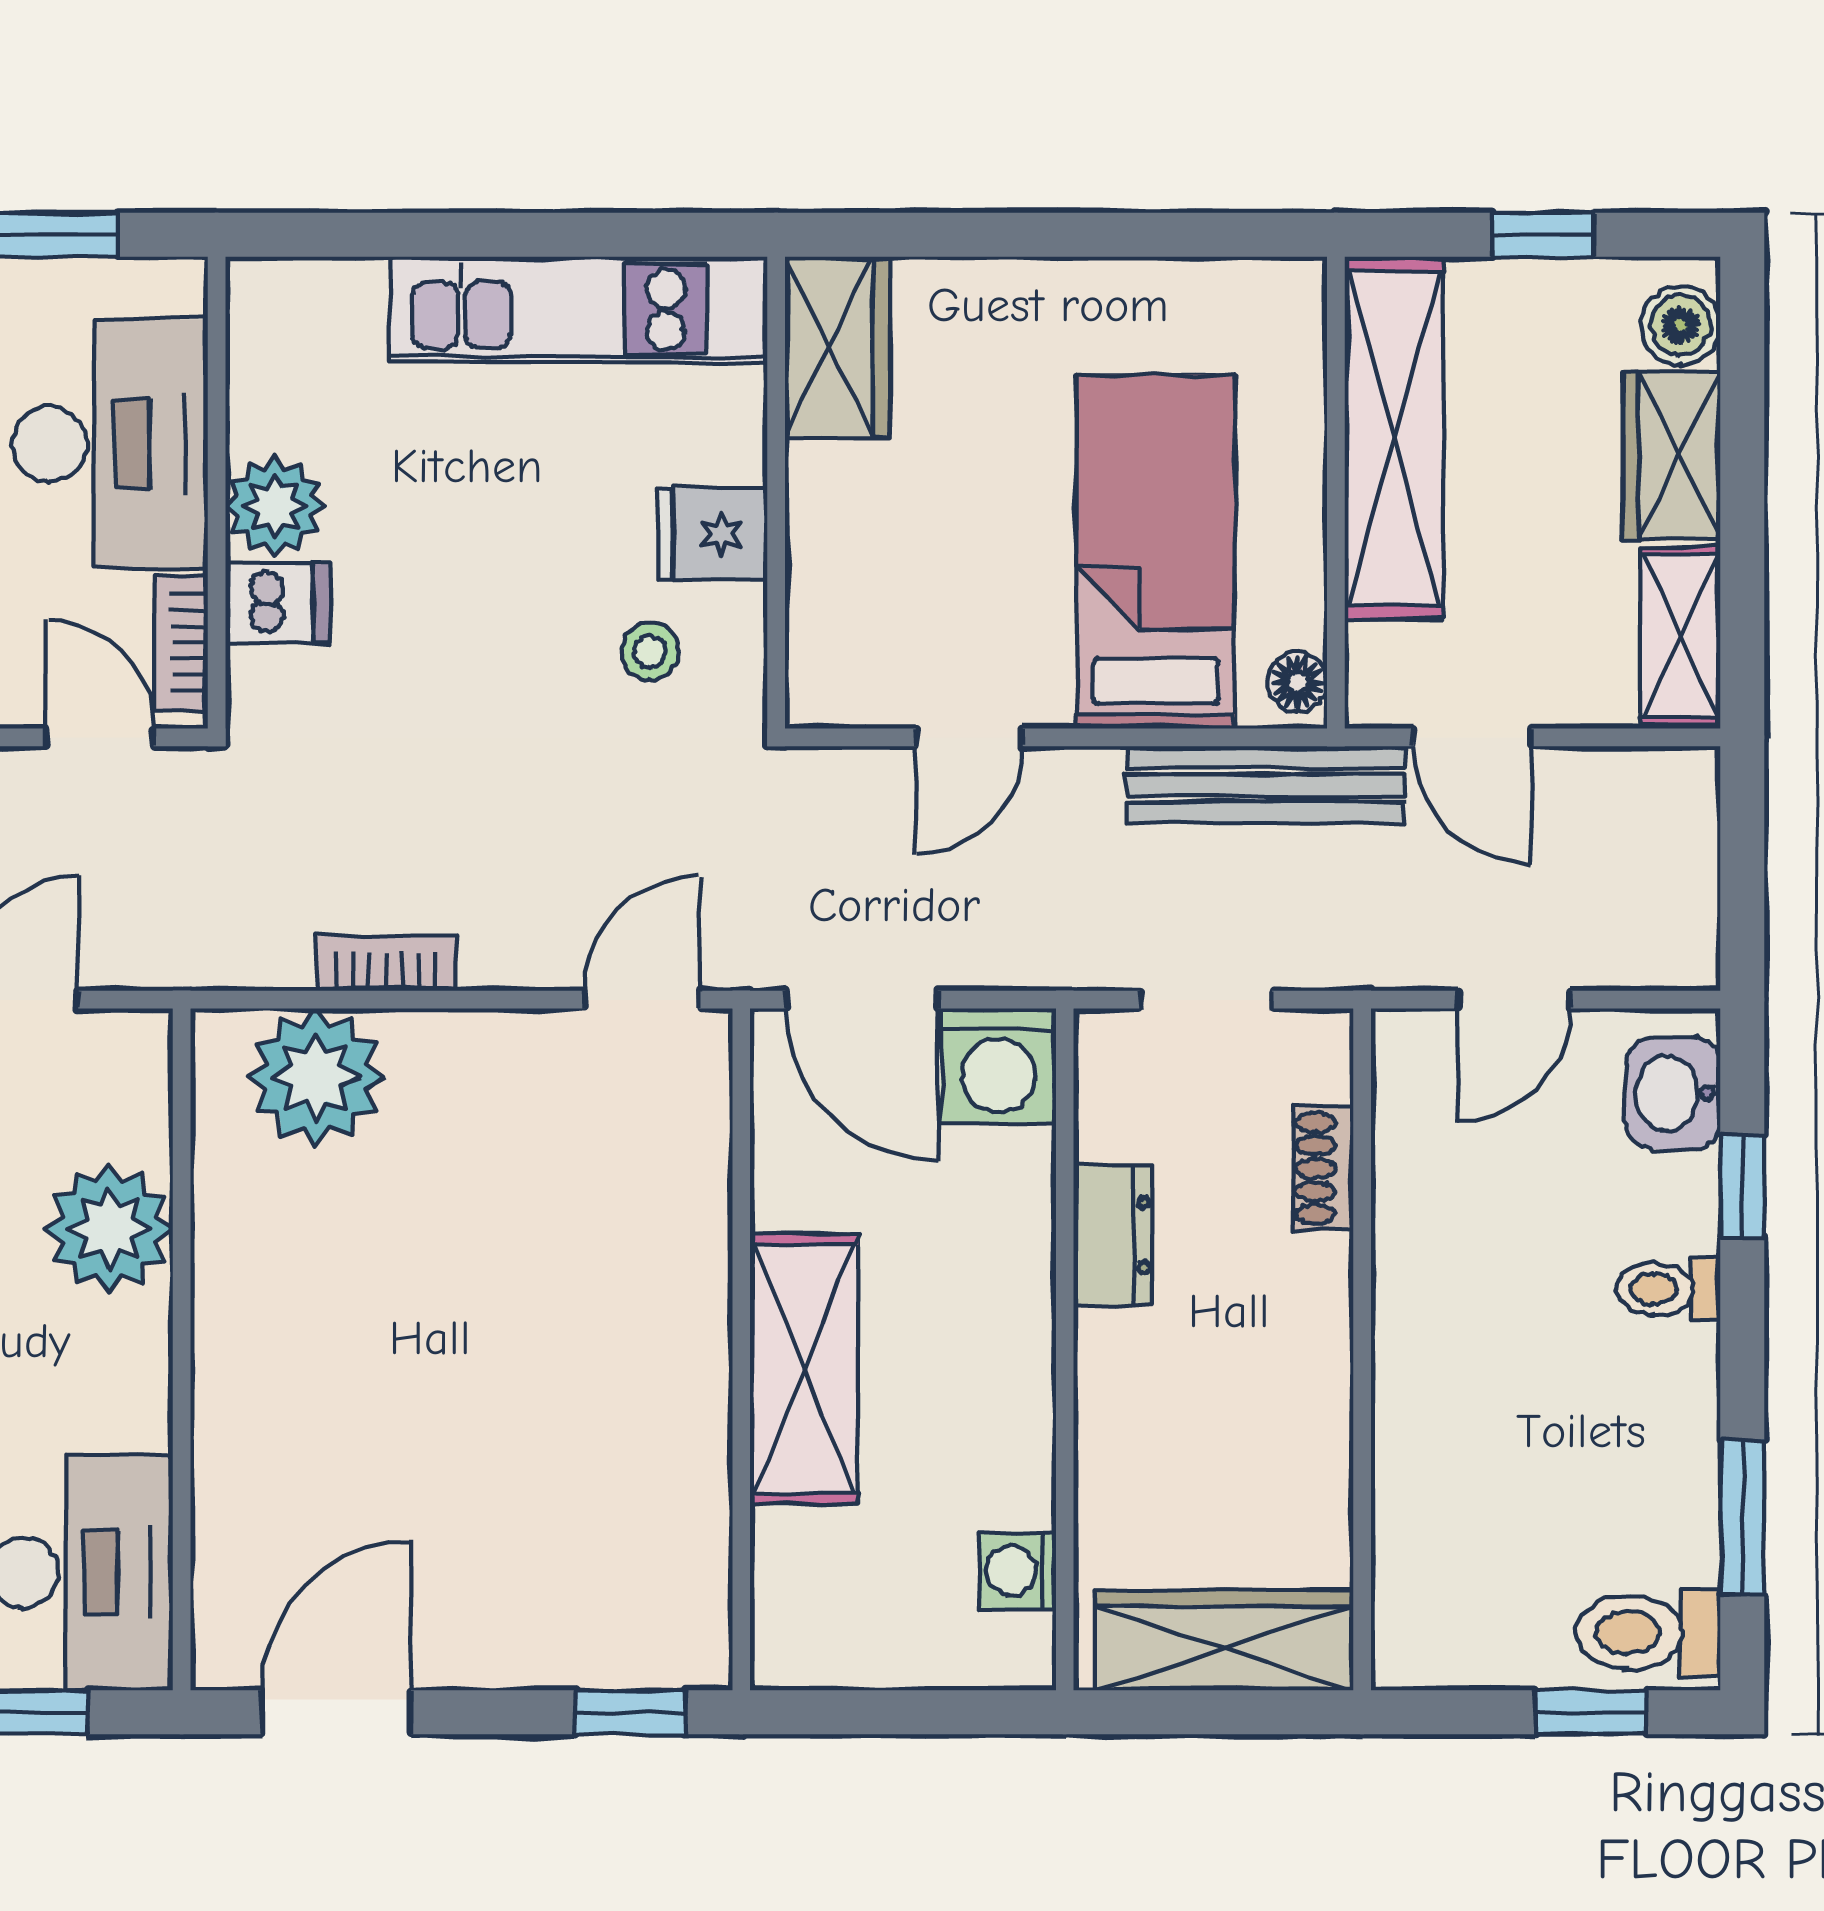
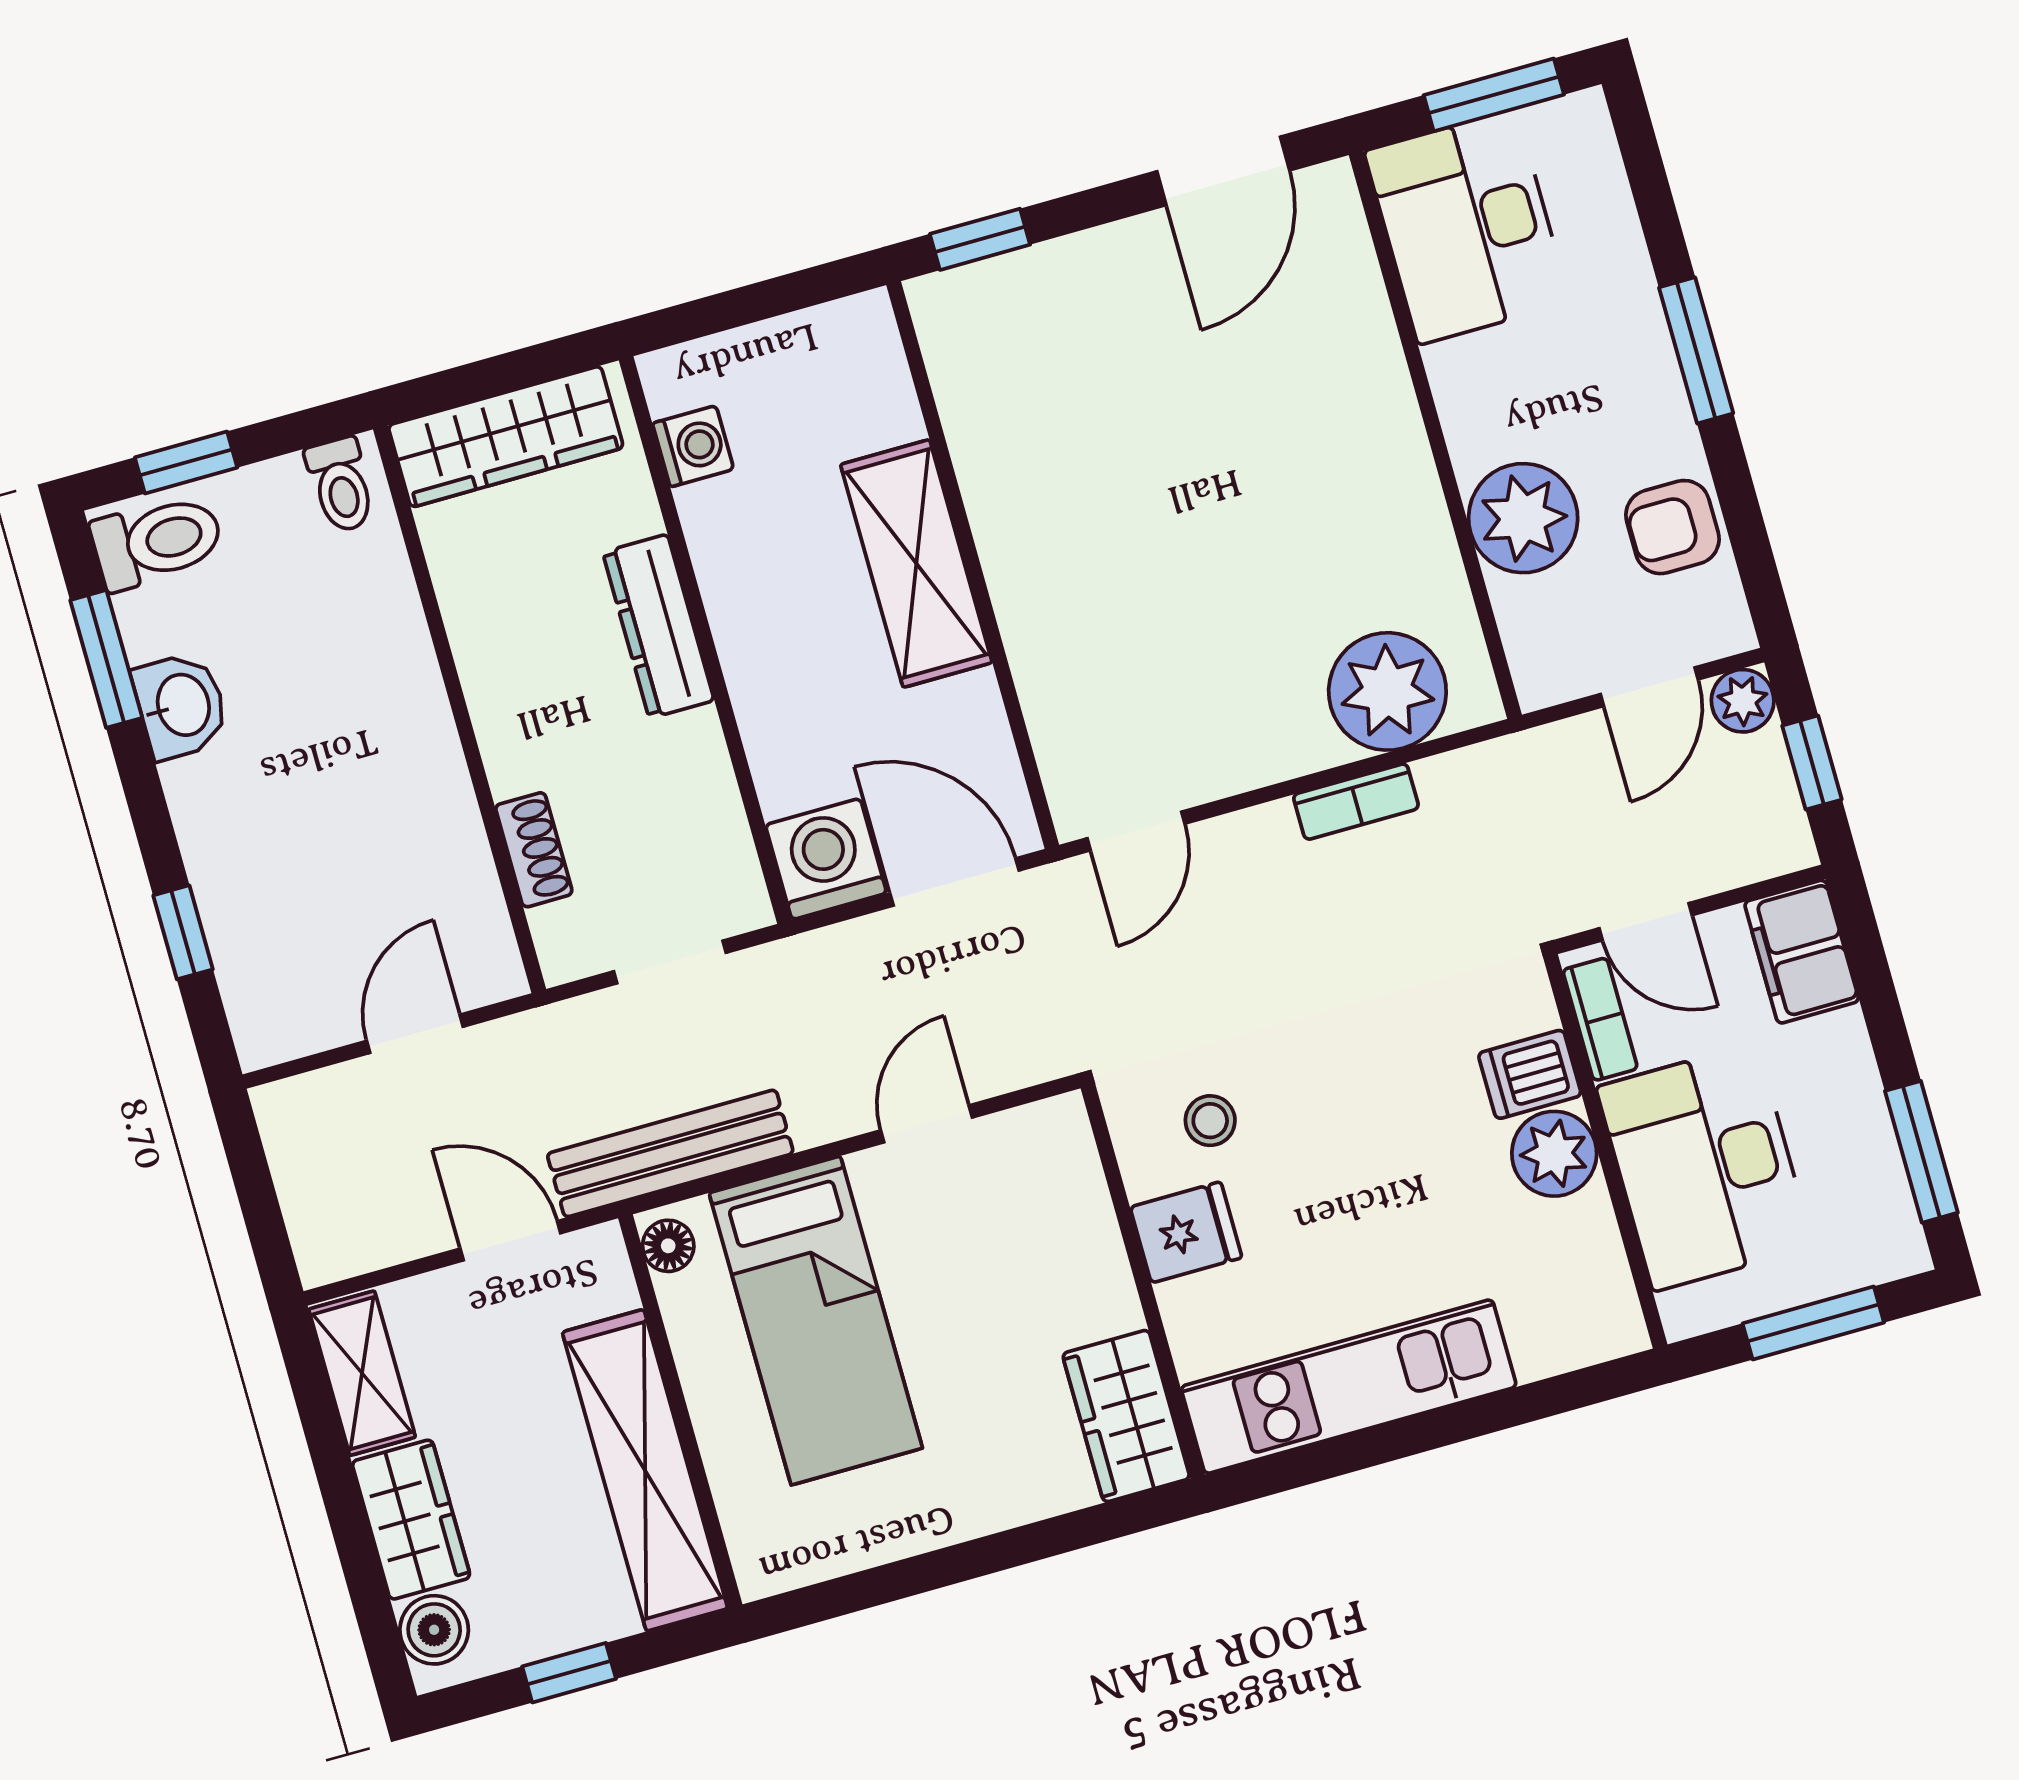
washbasin: (1673, 1093) -> (181, 706), moved
dresser: (1113, 1235) -> (658, 626), moved, width x1.44
toilet: (1668, 1289) -> (341, 485), moved, turned 90

